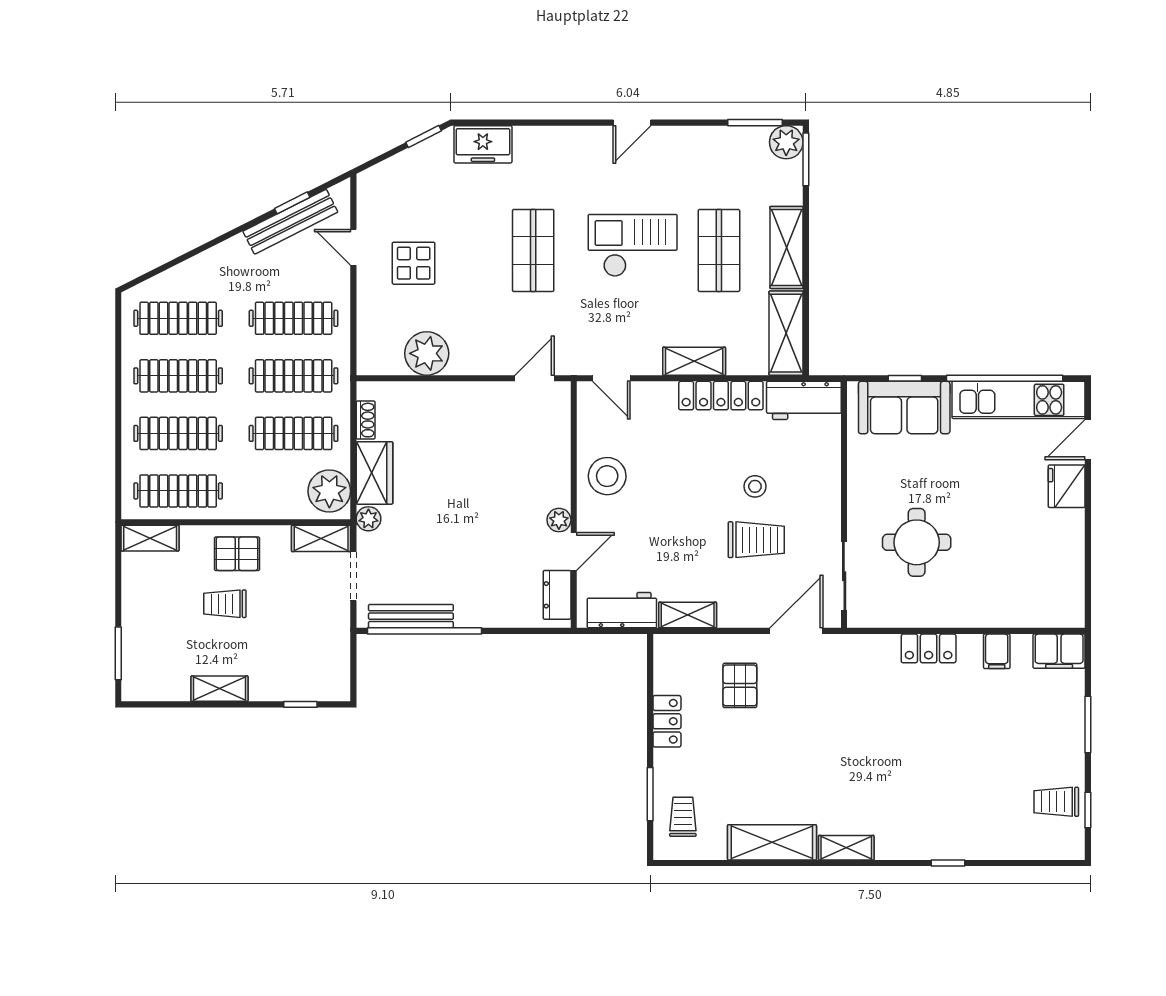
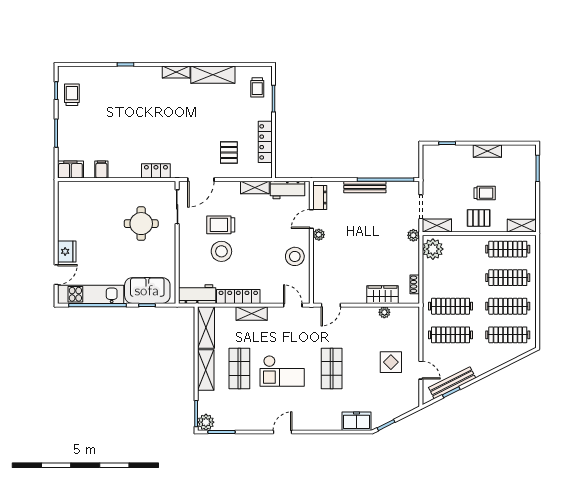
plant: (427, 353) -> (384, 312), width x0.53, depth x0.53
clothes rail: (294, 433) -> (451, 278), removed
wardrobe: (374, 473) -> (383, 295), moved, turned 90
stool: (755, 486) -> (221, 251), width x1.89, depth x1.89
bench: (411, 616) -> (365, 187), moved
locker: (929, 648) -> (156, 171), moved
locker: (667, 721) -> (265, 142), width x1.53
trolley: (1056, 802) -> (72, 95), turned -90

